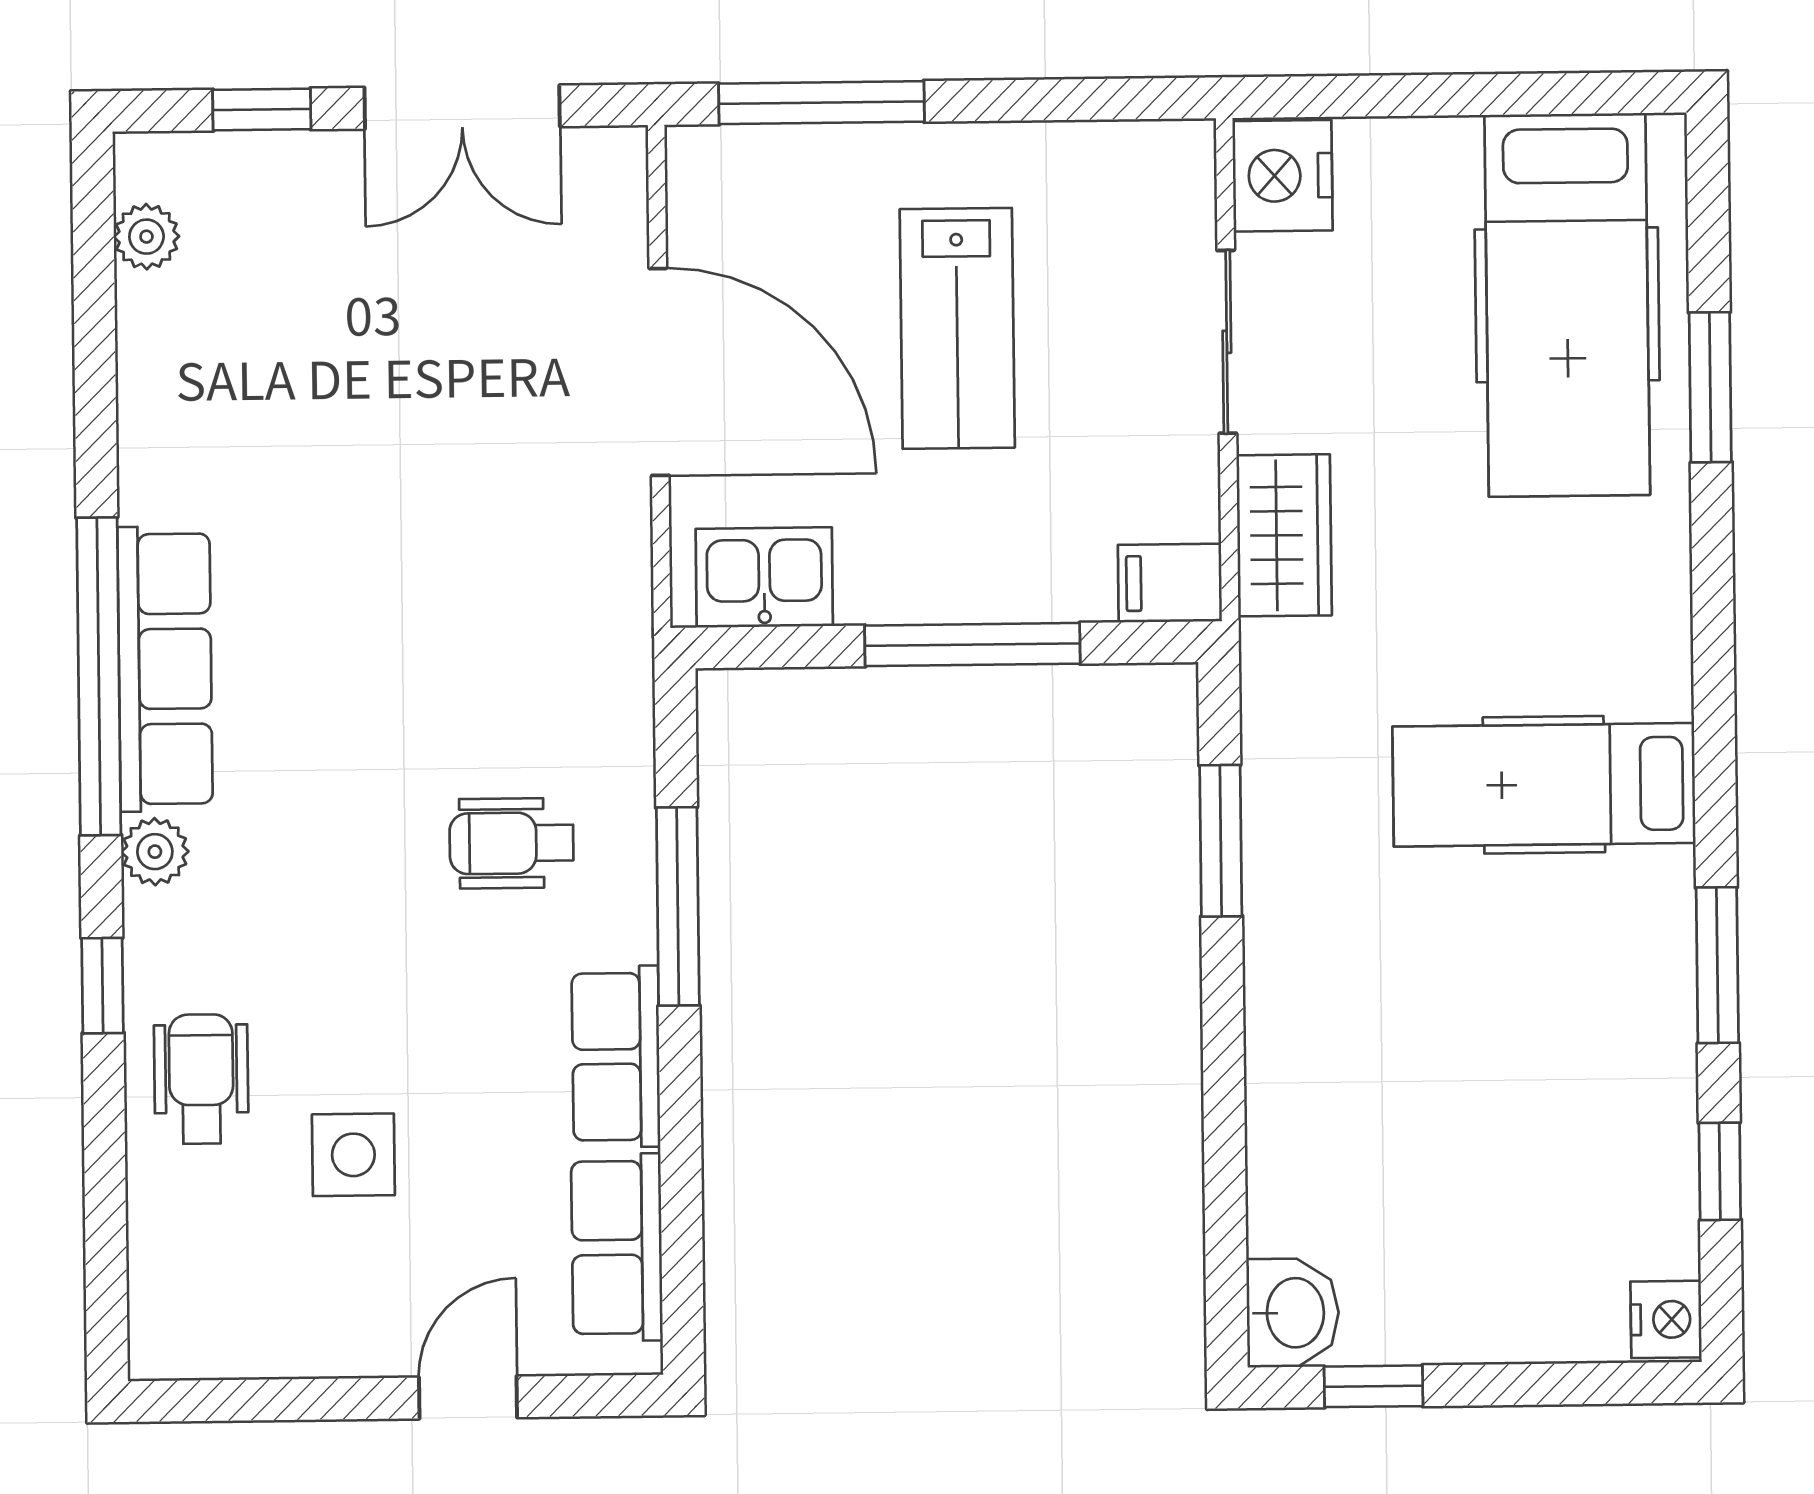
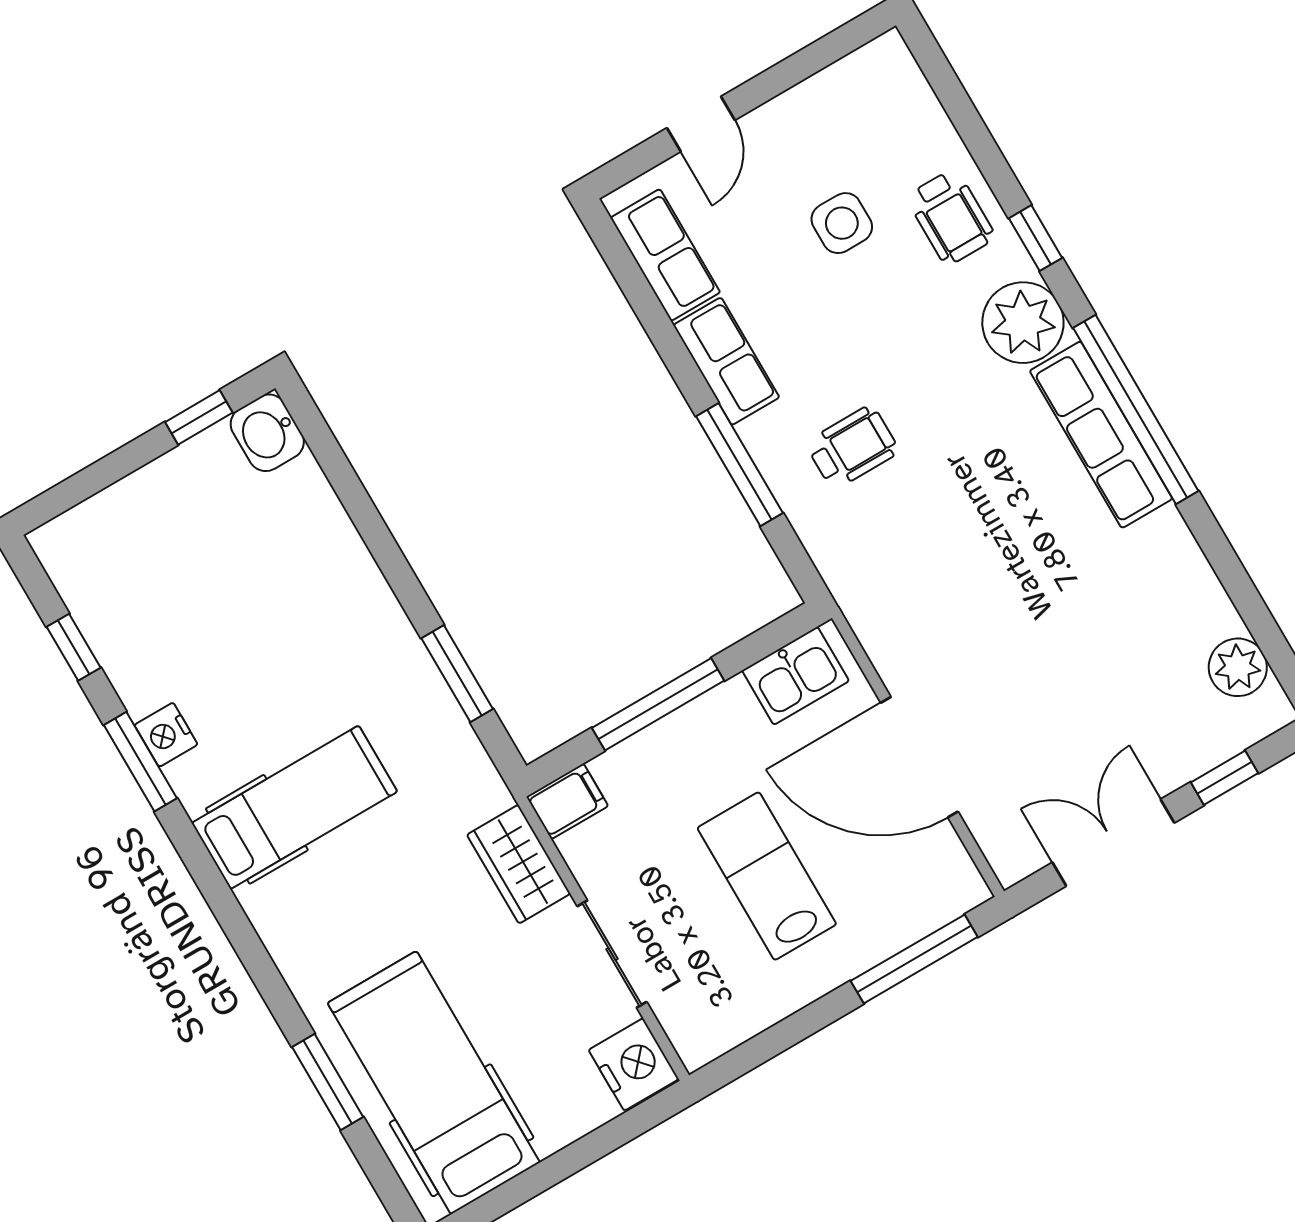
plant: (146, 237) -> (1238, 667), width x1.38, depth x1.38
plant: (155, 852) -> (1023, 323), width x1.88, depth x1.88
nightstand: (1666, 1319) -> (166, 735), moved

